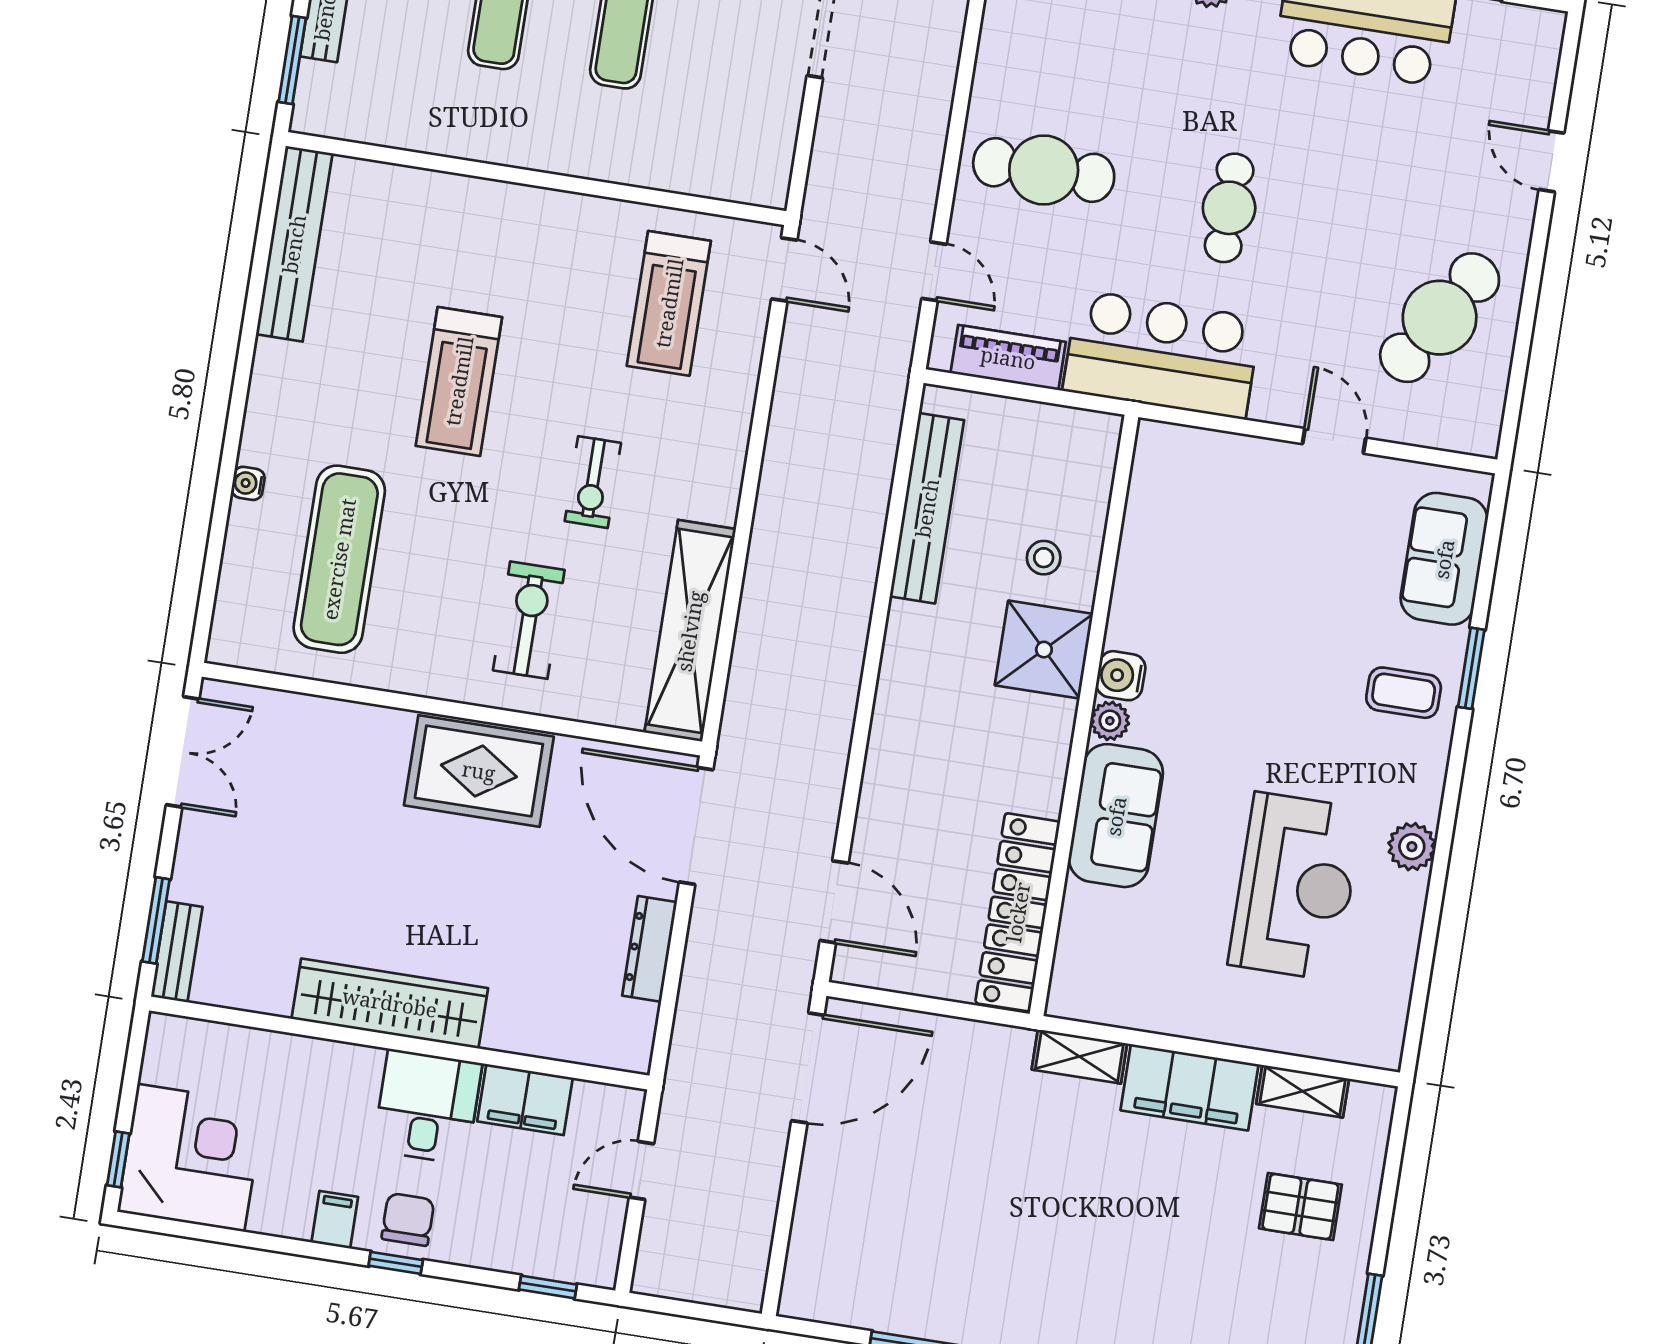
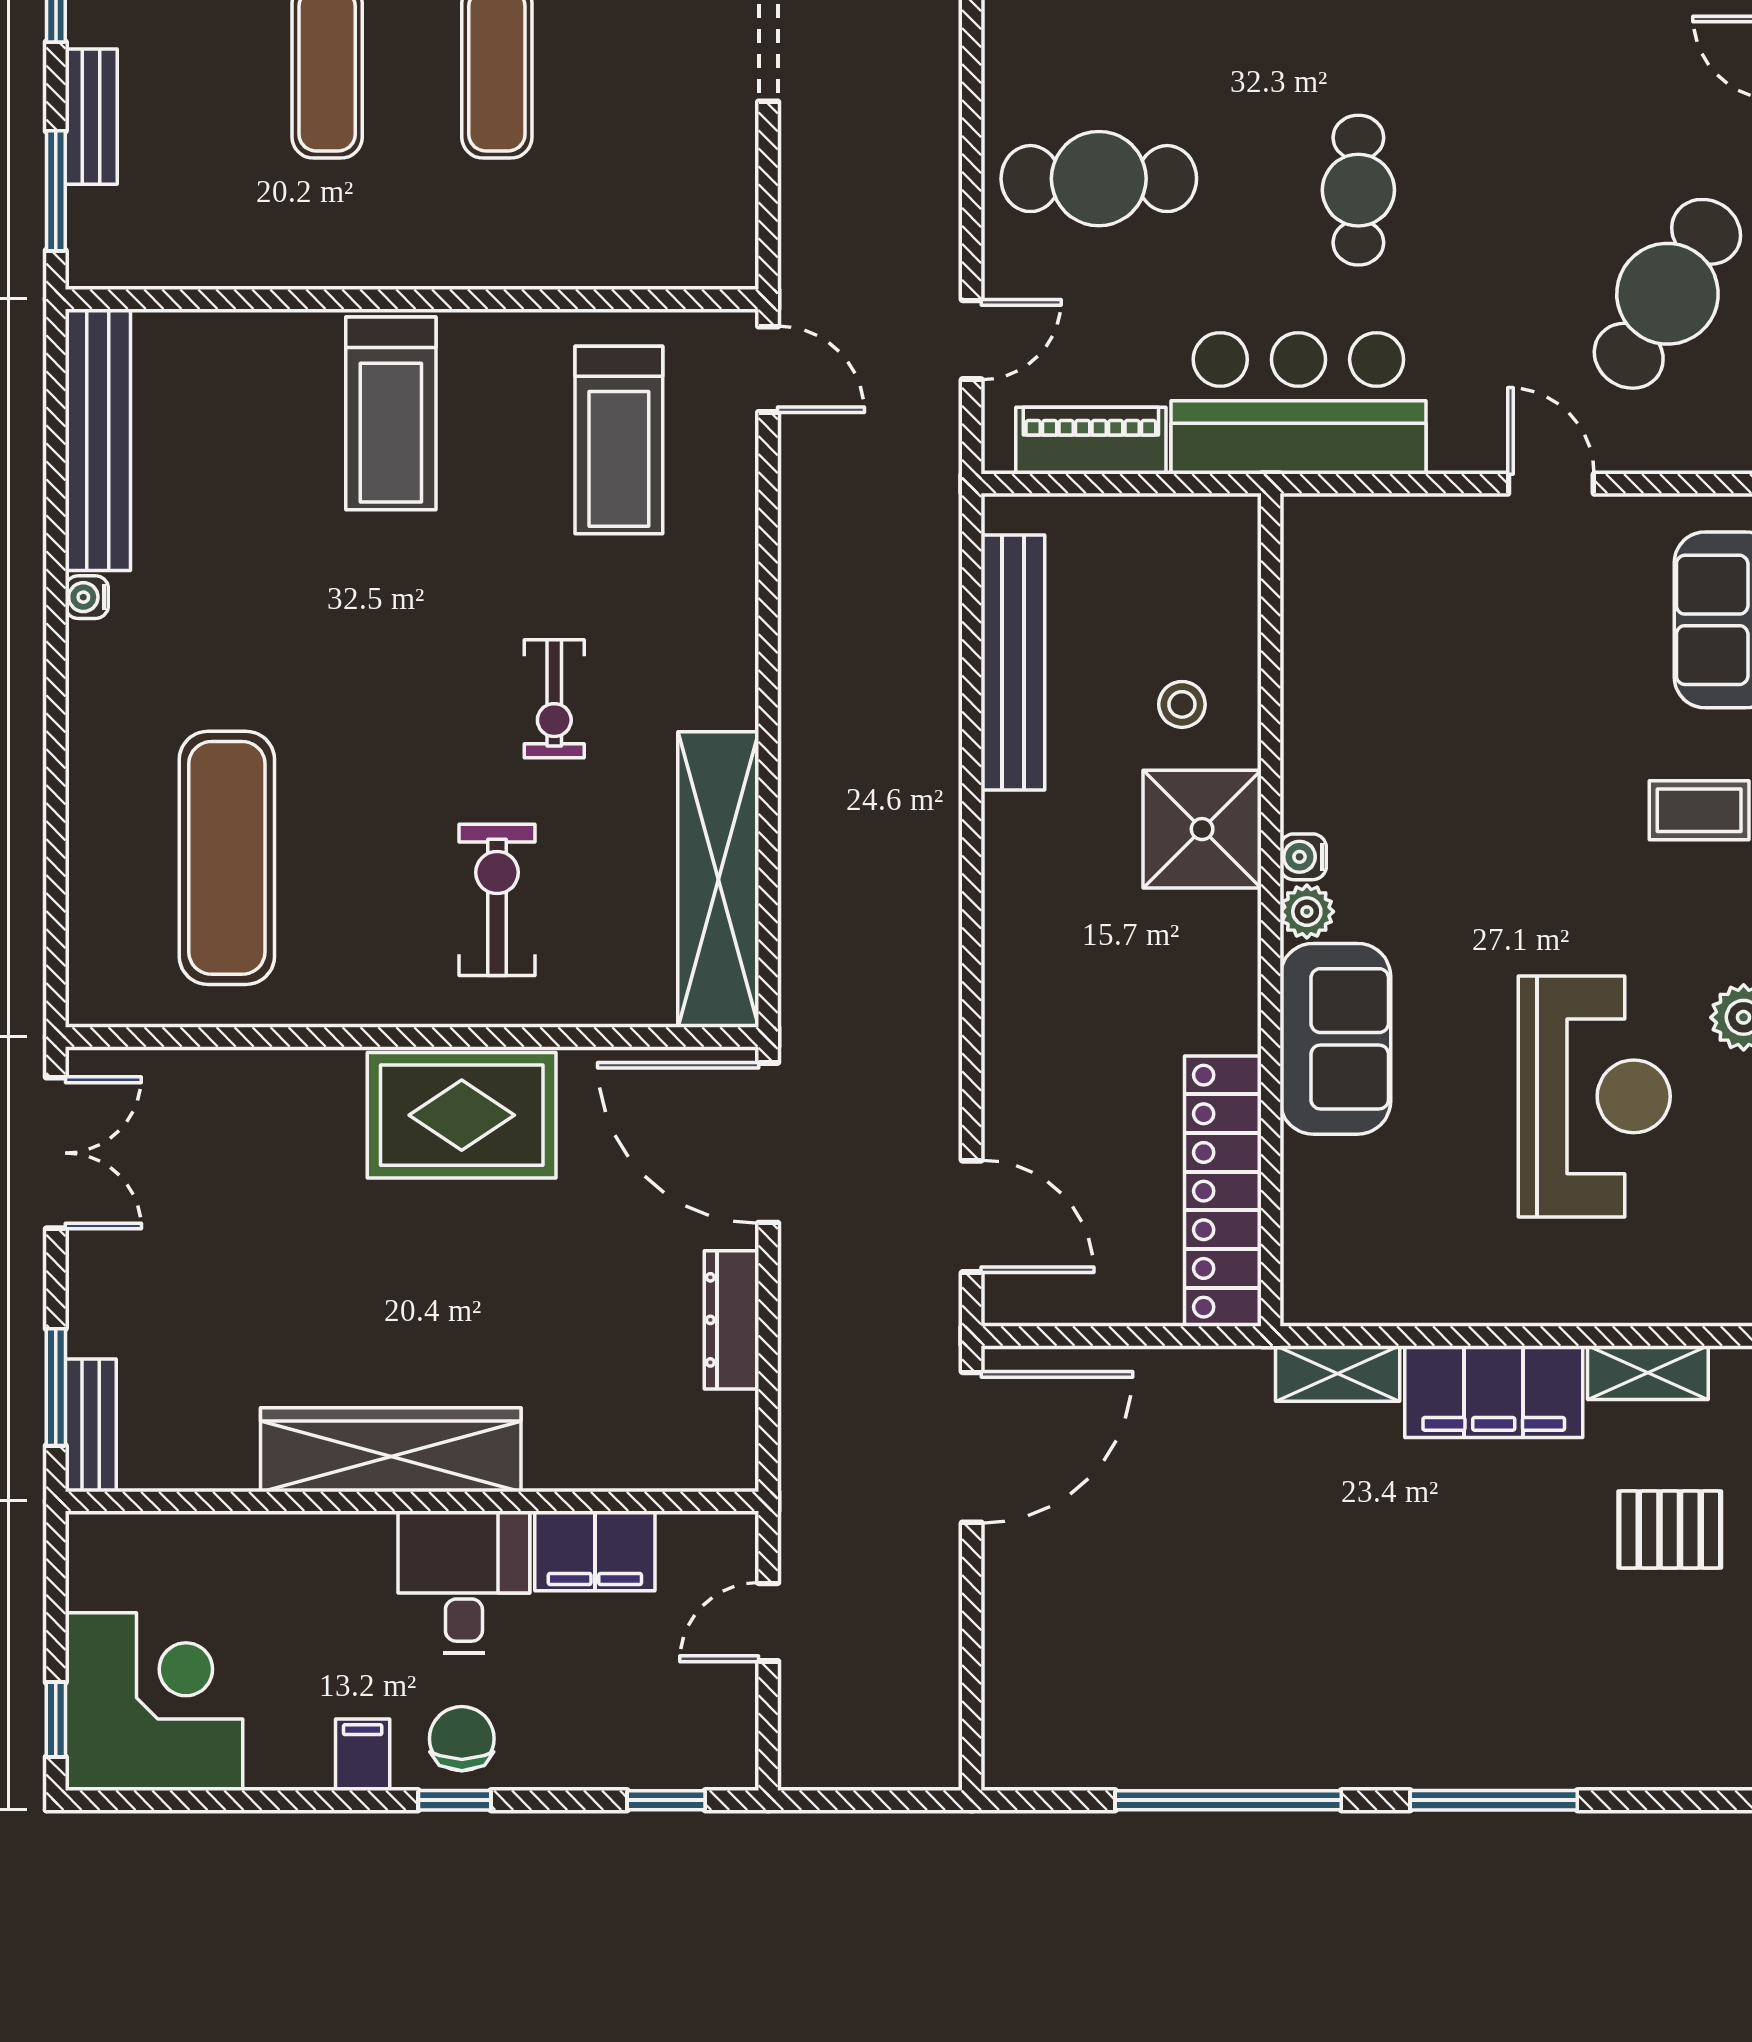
door: (934, 271) -> (972, 340), hinge flipped
treadmill: (459, 381) -> (391, 413), moved
water cooler: (248, 483) -> (87, 597), moved
water cooler: (1121, 676) -> (1303, 857), width x0.72, depth x0.72

